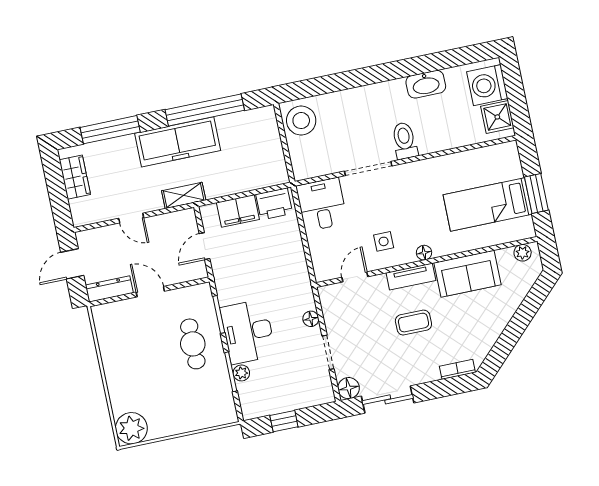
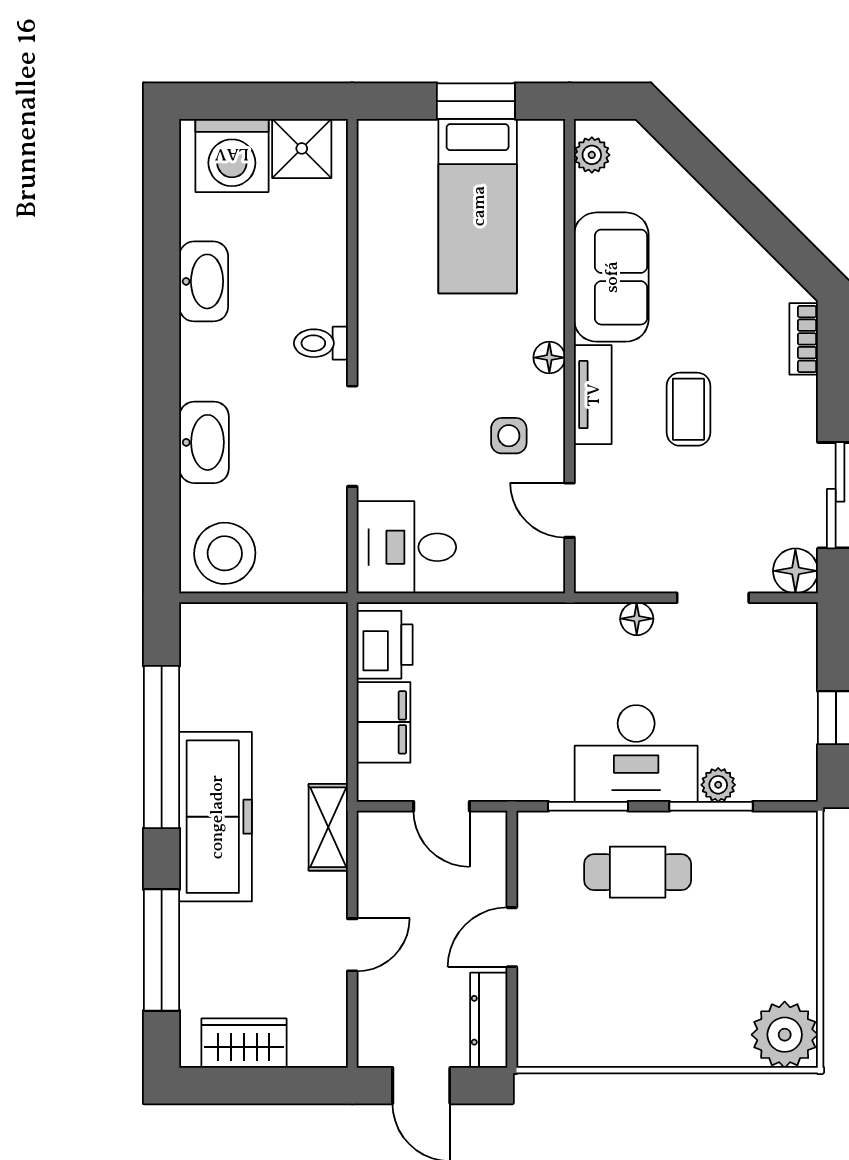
washbasin: (351, 100) -> (204, 442), added
toilet: (405, 141) -> (321, 343), width x0.73, depth x0.72

